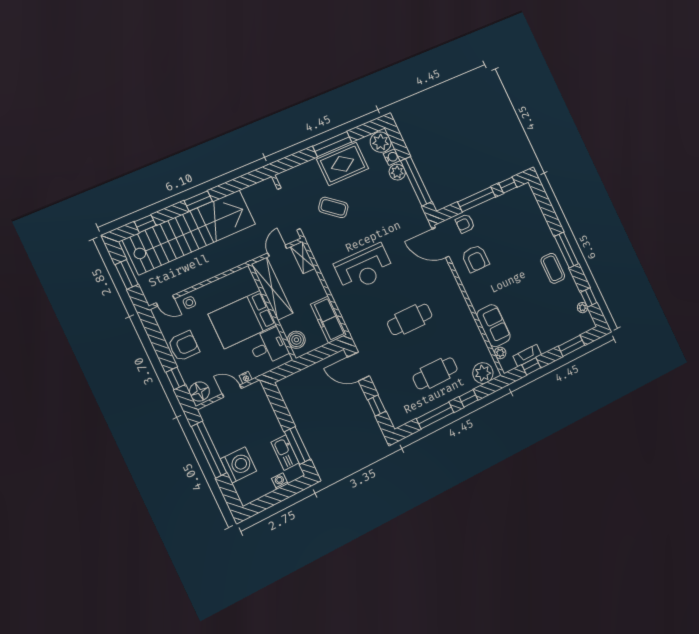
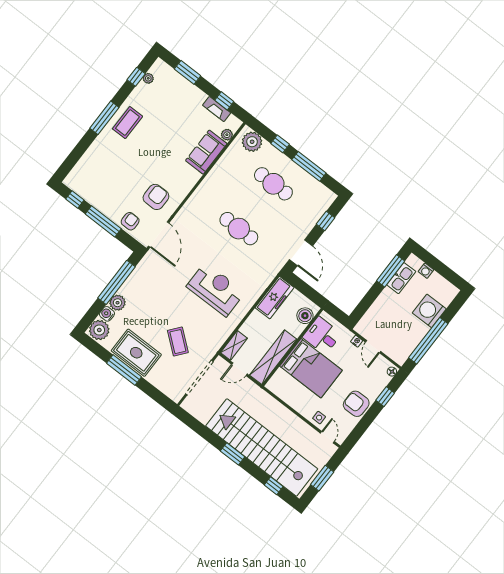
armchair: (465, 224) -> (130, 221), turned -90
floor lamp: (199, 392) -> (392, 372), width x0.53, depth x0.53

